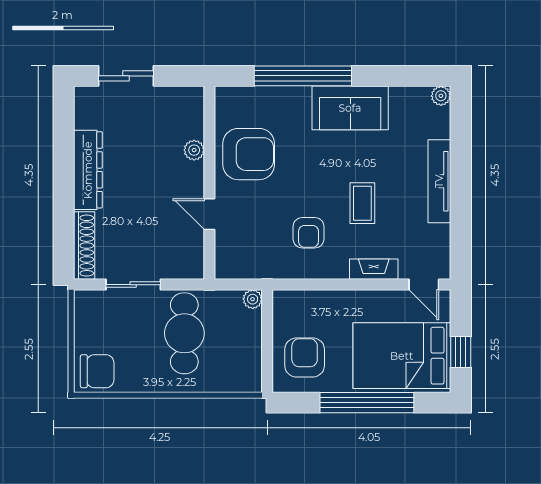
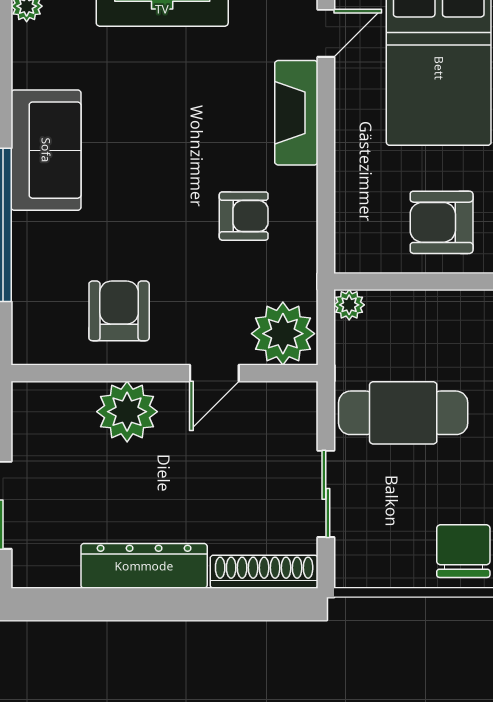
plant: (194, 150) -> (127, 412), width x1.87, depth x1.87
armchair: (249, 154) -> (119, 311), width x0.73, depth x0.73
coffee table: (362, 203) -> (197, 131), removed
plant: (234, 257) -> (283, 334), added
fireplace: (374, 269) -> (296, 113), width x1.37, depth x1.32

